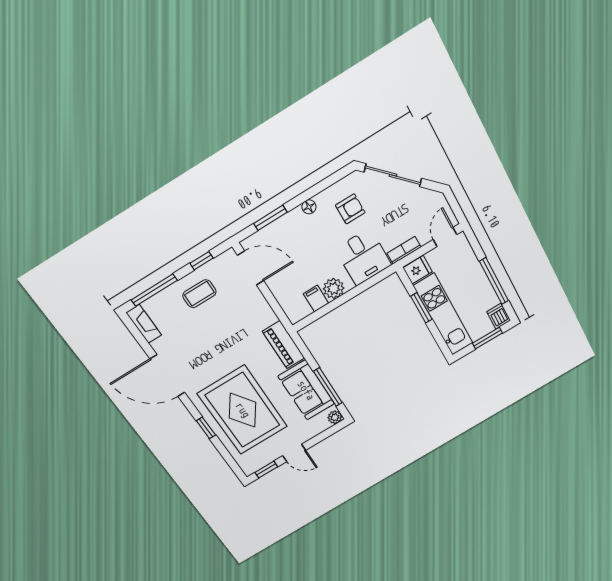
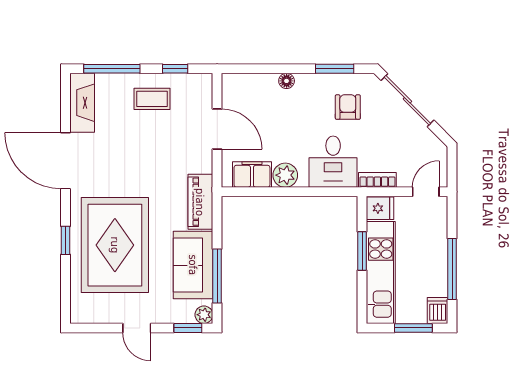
floor lamp: (309, 207) -> (287, 81), moved
armchair: (350, 209) -> (348, 107), turned -90
window: (270, 218) -> (335, 69), moved
door: (251, 268) -> (217, 129), moved
filing cabinet: (316, 299) -> (252, 174), width x2.00
fireplace: (144, 324) -> (82, 103), width x1.37, depth x1.32
window: (266, 470) -> (188, 328), moved

